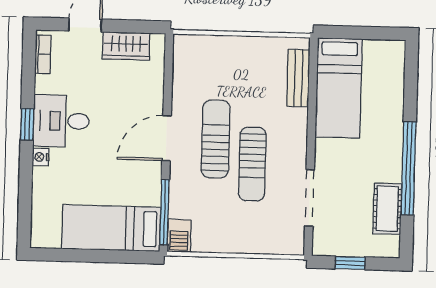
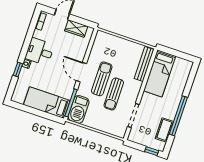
bench: (298, 78) -> (144, 64), width x1.36
window: (27, 124) -> (18, 70), moved
door: (167, 138) -> (81, 72), hinge flipped
barbecue: (179, 236) -> (79, 109), width x1.88, depth x1.53
window: (350, 263) -> (152, 151), moved

